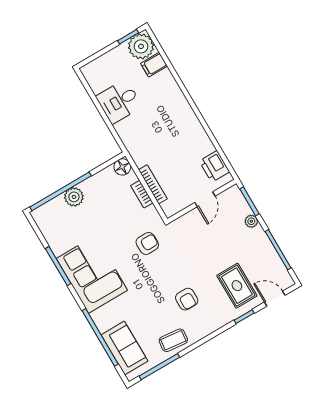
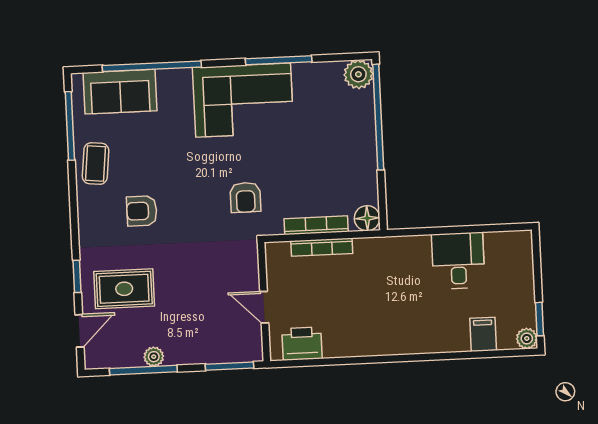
plant: (141, 46) -> (527, 338), width x0.53, depth x0.53
bookcase: (142, 194) -> (316, 225), width x1.56
plant: (74, 197) -> (358, 74), moved
plant: (251, 221) -> (154, 357), moved

